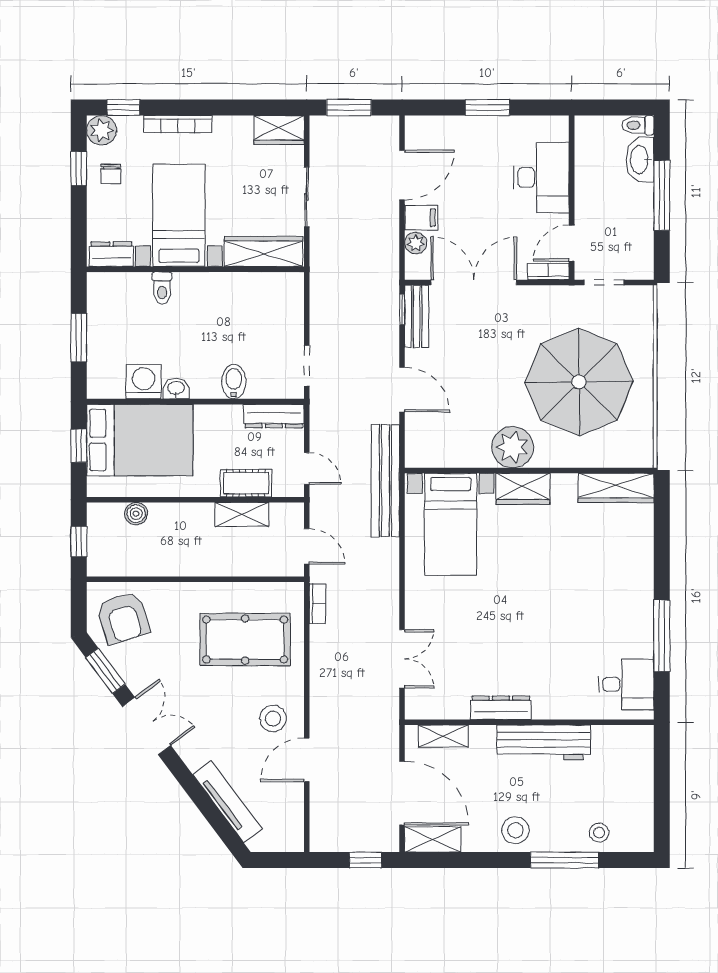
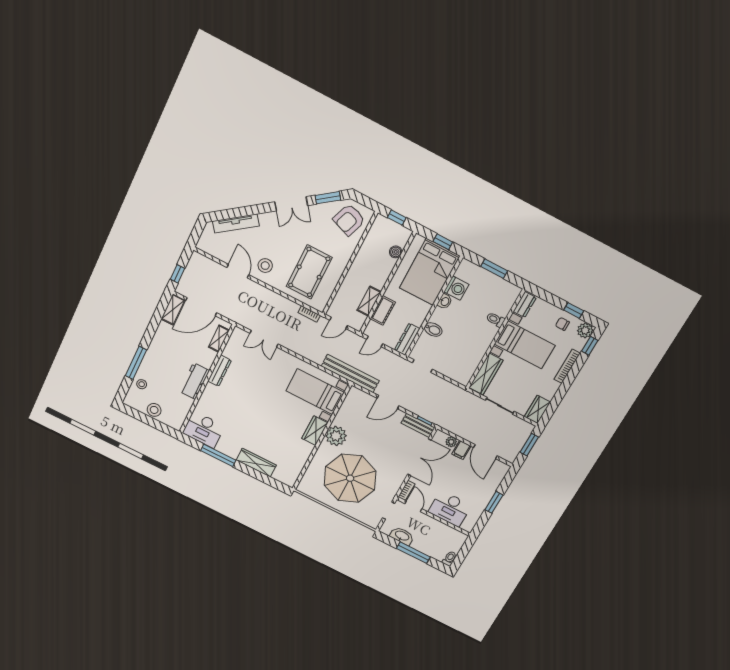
washbasin: (640, 160) -> (402, 536), moved
wardrobe: (616, 488) -> (256, 463), moved, turned 90
armchair: (123, 618) -> (349, 220), turned -53
desk: (626, 684) -> (204, 430), width x1.37
workbench: (544, 742) -> (195, 381), width x0.73
stool: (515, 830) -> (154, 410), moved

